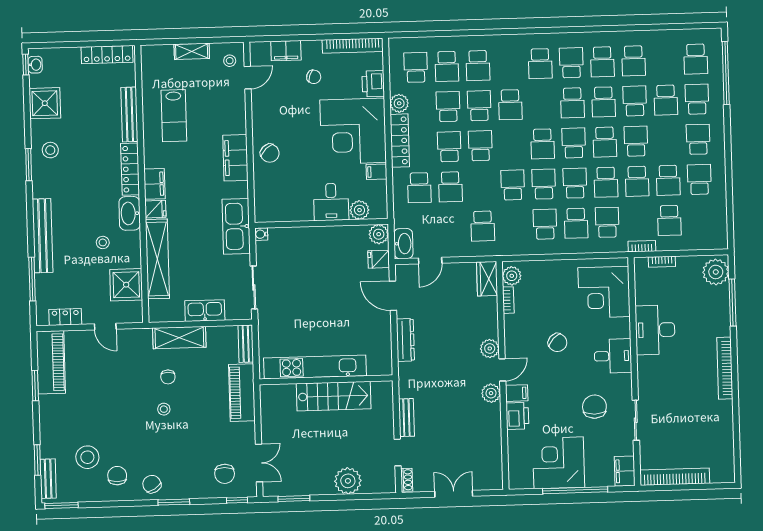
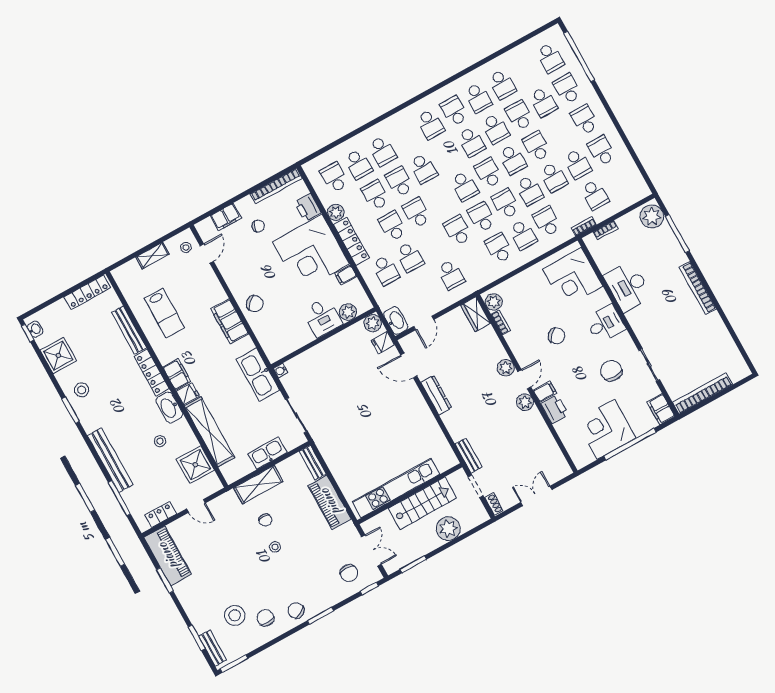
kitchen unit: (315, 367) -> (396, 488), moved
wall: (326, 380) -> (410, 494), moved
stairs: (334, 396) -> (422, 503), moved

